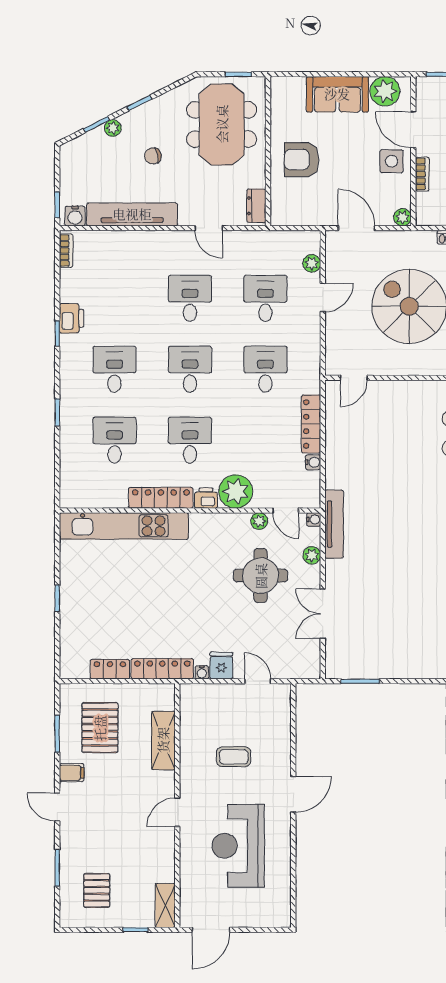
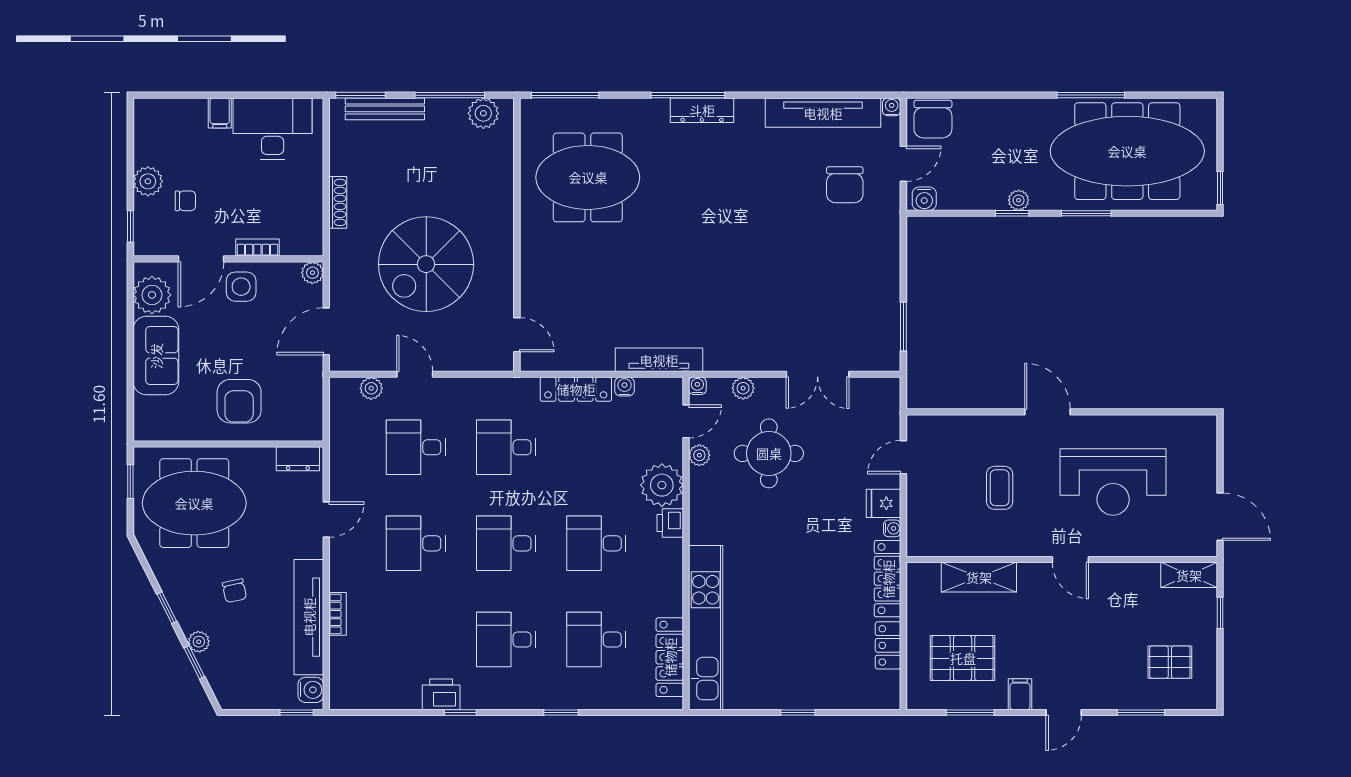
bookcase: (66, 251) -> (338, 614), moved, turned 90
locker: (161, 498) -> (670, 657), moved
tv unit: (334, 524) -> (659, 360), moved

